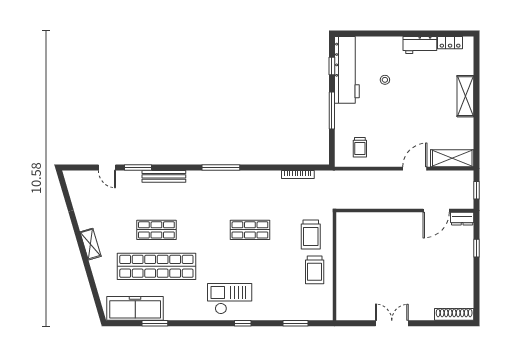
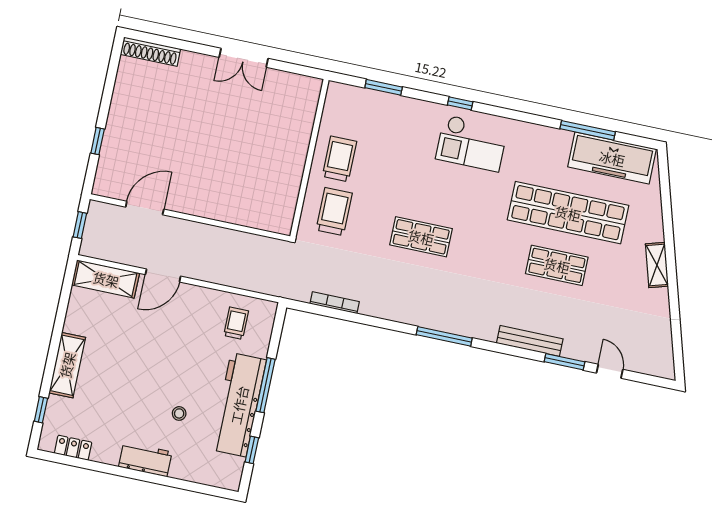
workbench: (420, 45) -> (145, 459), moved
window: (477, 63) -> (41, 410), added
workbench: (347, 70) -> (239, 405), moved
dresser: (462, 219) -> (109, 188), removed
window: (155, 323) -> (588, 130), width x1.44

